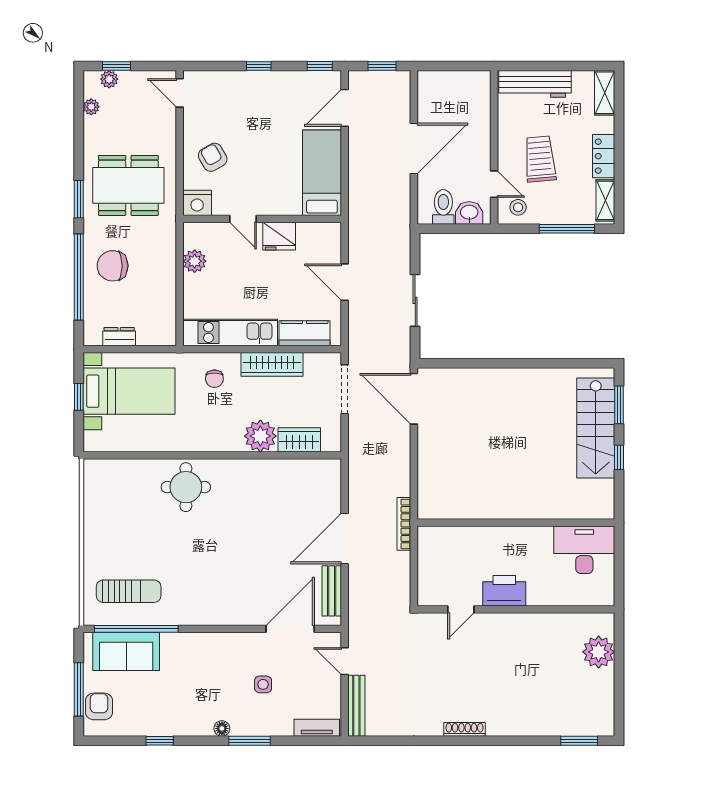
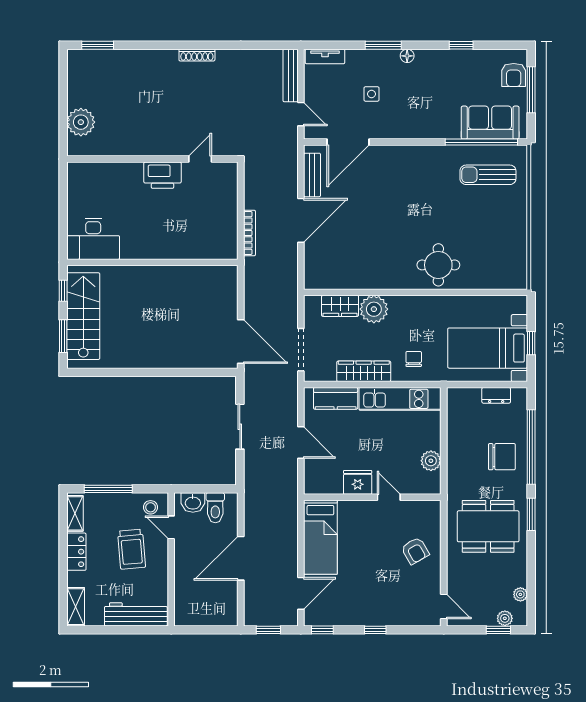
nightstand: (197, 203) -> (429, 511), removed
wall: (516, 523) -> (152, 262), moved
desk: (584, 550) -> (93, 239), moved

